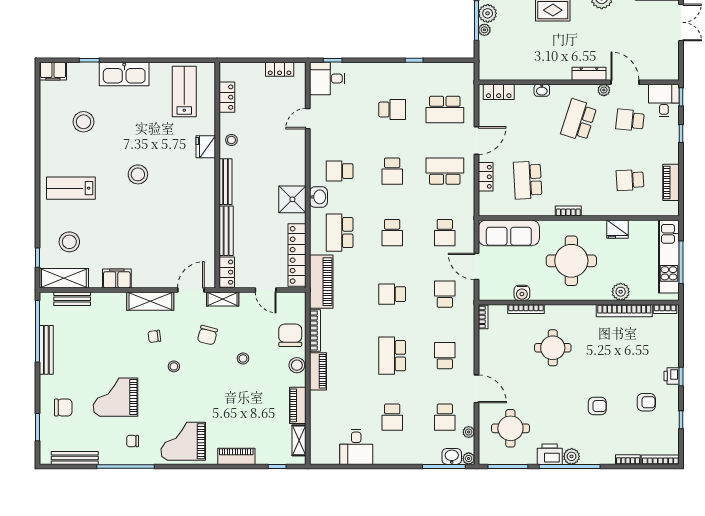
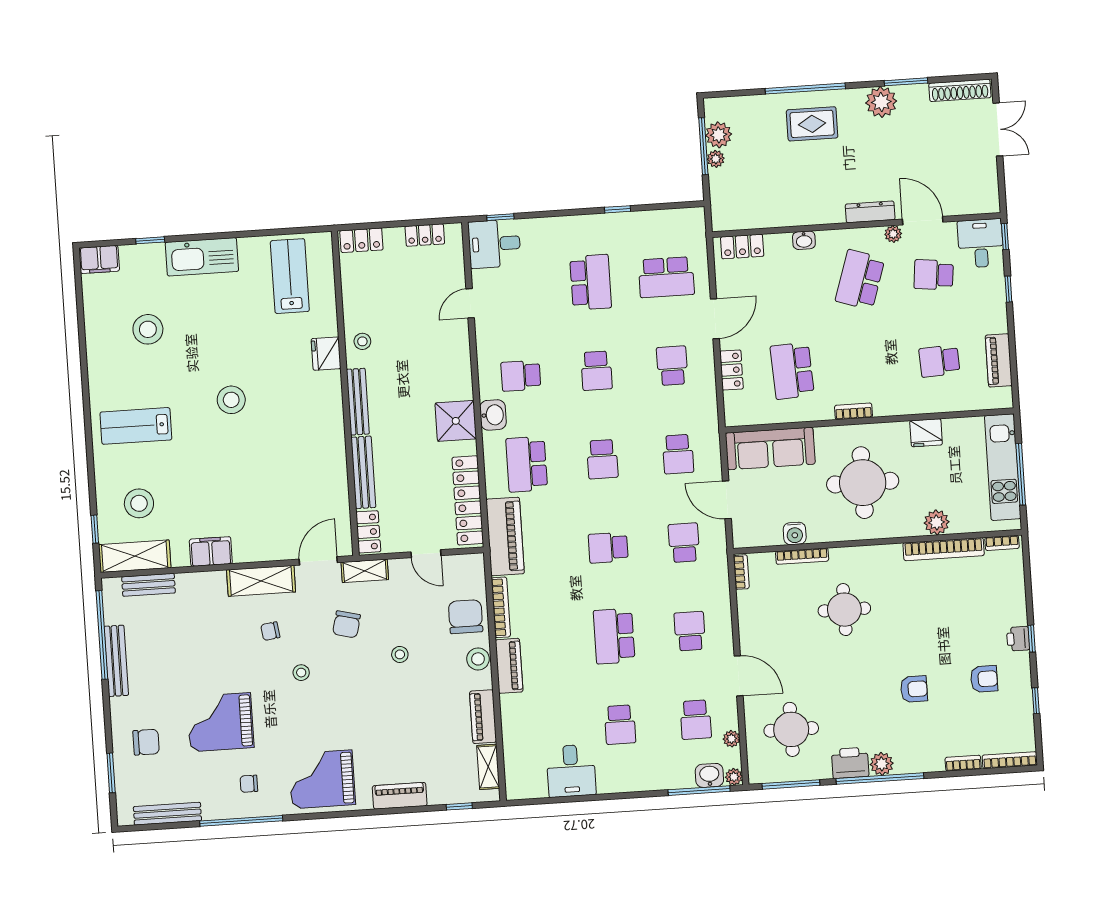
locker: (227, 97) -> (361, 240), moved, turned 90
school desk: (392, 110) -> (591, 282), width x1.85
school desk: (445, 171) -> (672, 366), width x0.54

